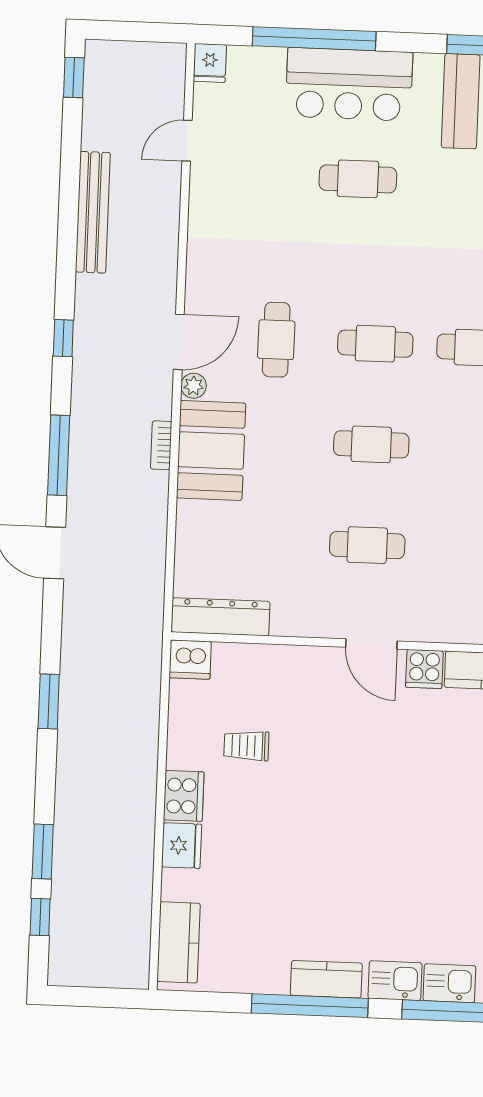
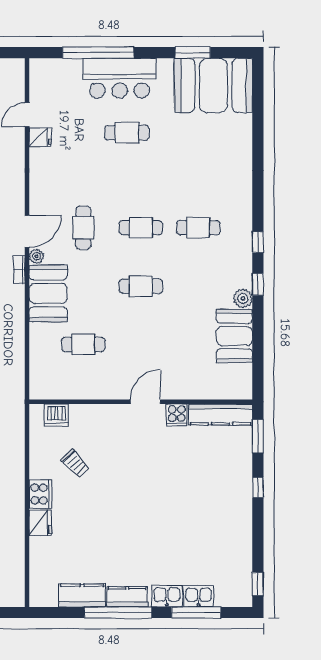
fridge: (210, 63) -> (40, 137), moved, turned -90
bookcase: (161, 445) -> (19, 270), moved
cafe table: (367, 545) -> (83, 345), moved
dresser: (220, 617) -> (57, 389), removed
door: (371, 644) -> (145, 402), swing flipped
dishwasher: (190, 660) -> (56, 415), moved
trolley: (246, 746) -> (75, 463), turned -134
kitchen counter: (179, 942) -> (82, 595), moved, turned -90

